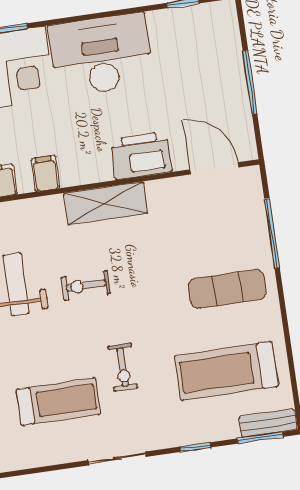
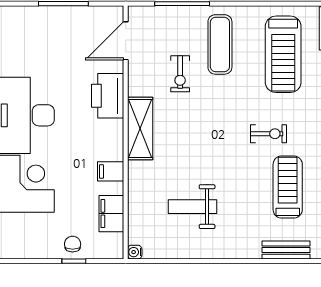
exercise bike: (86, 285) -> (180, 74), moved

